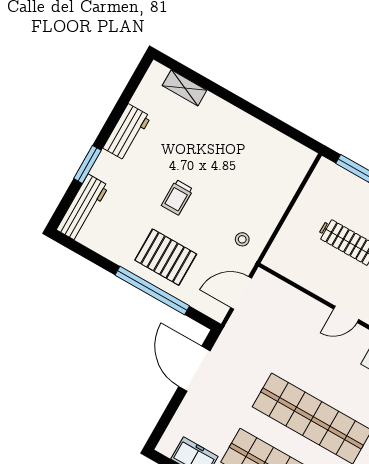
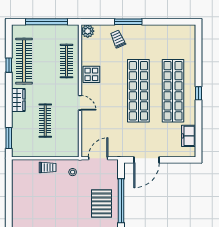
trolley: (177, 197) -> (48, 168), moved
door: (241, 293) -> (98, 158), swing flipped

